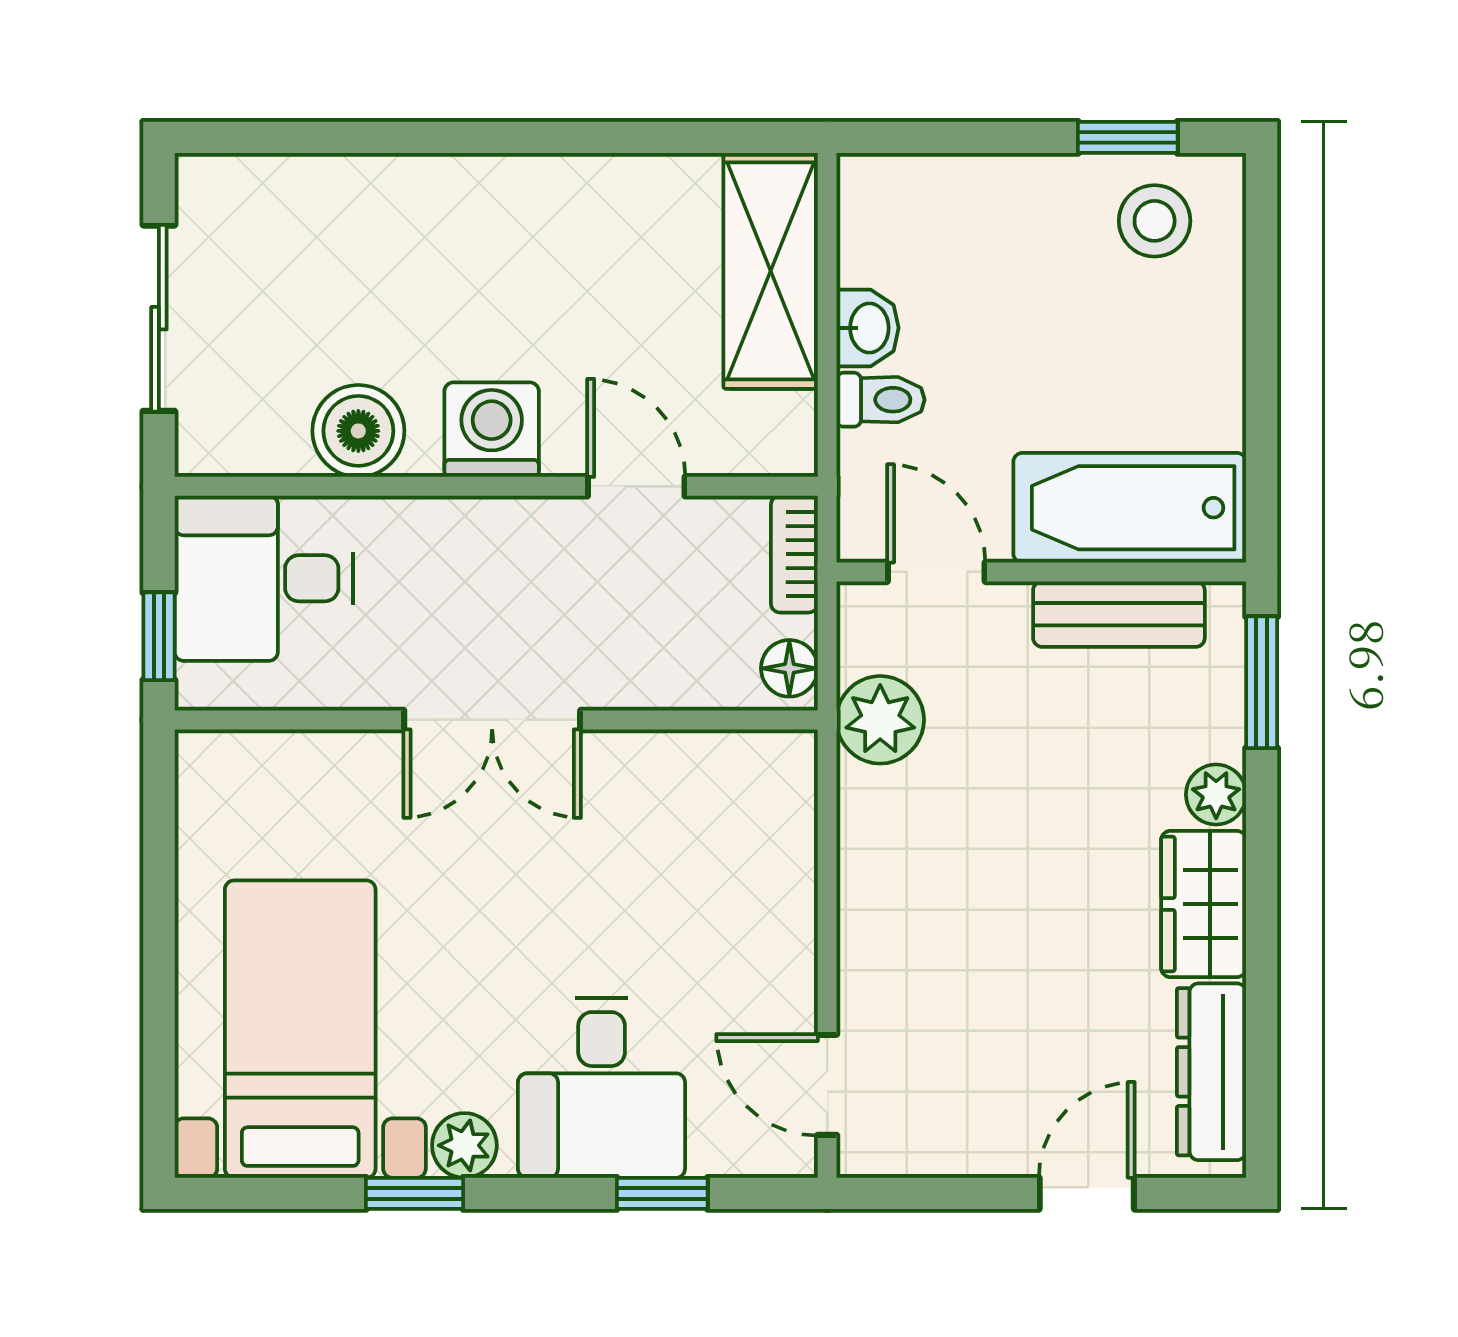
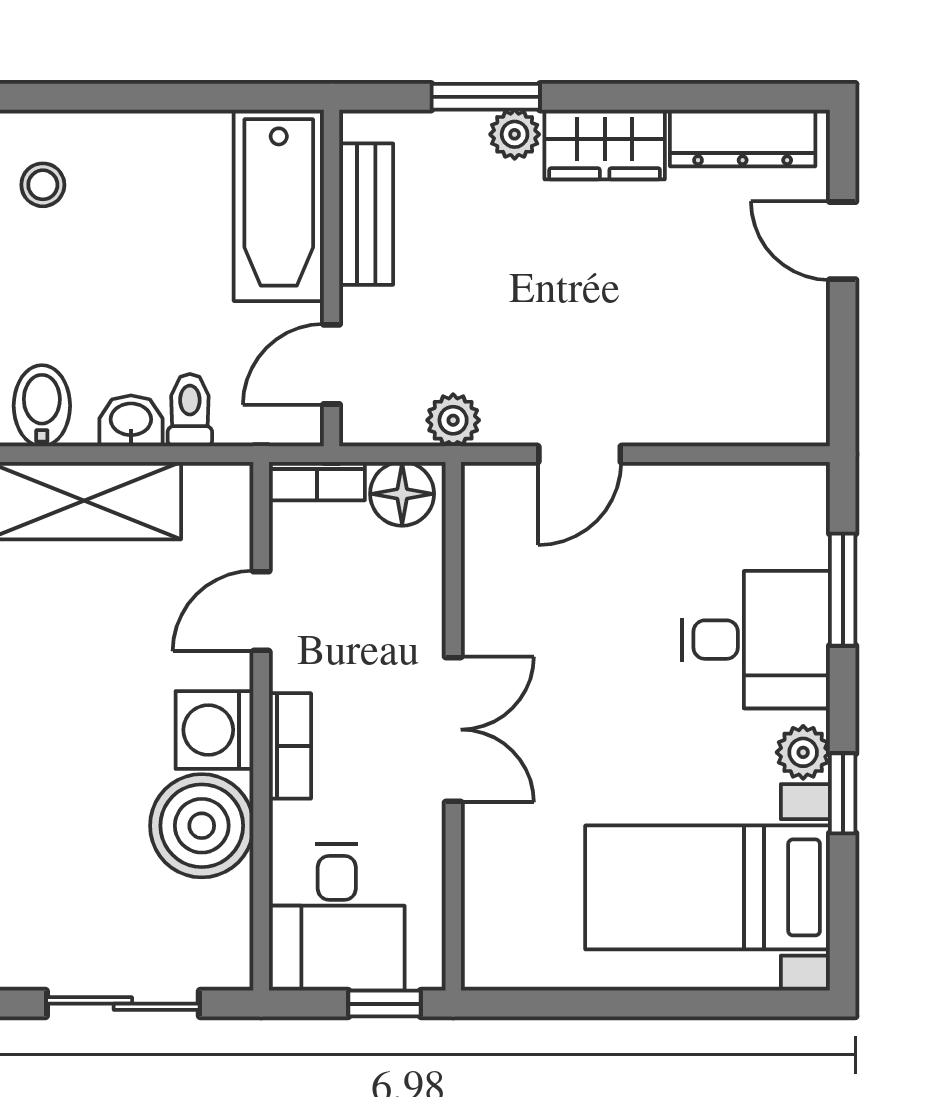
bidet: (886, 220) -> (42, 406), added
stool: (1155, 221) -> (43, 185), width x0.73, depth x0.73
boiler: (358, 431) -> (202, 826), width x1.37, depth x1.37
bookcase: (472, 521) -> (290, 746), added
floor lamp: (789, 668) -> (402, 494), width x1.37, depth x1.37
window: (1262, 682) -> (486, 97), moved
plant: (880, 720) -> (453, 420), width x0.73, depth x0.73
door: (827, 1085) -> (580, 454), moved
window: (662, 1193) -> (843, 590), width x1.50

